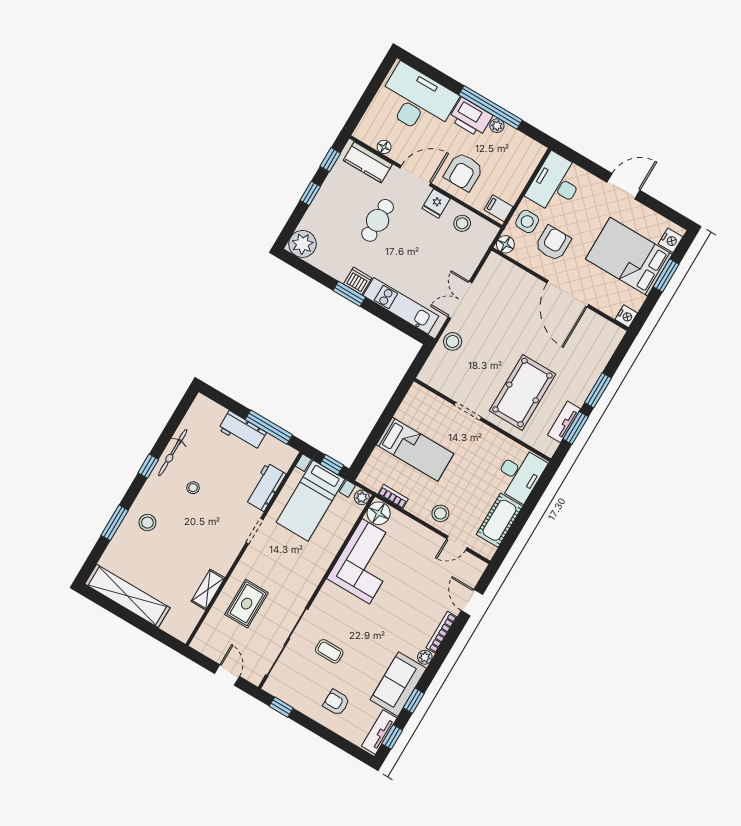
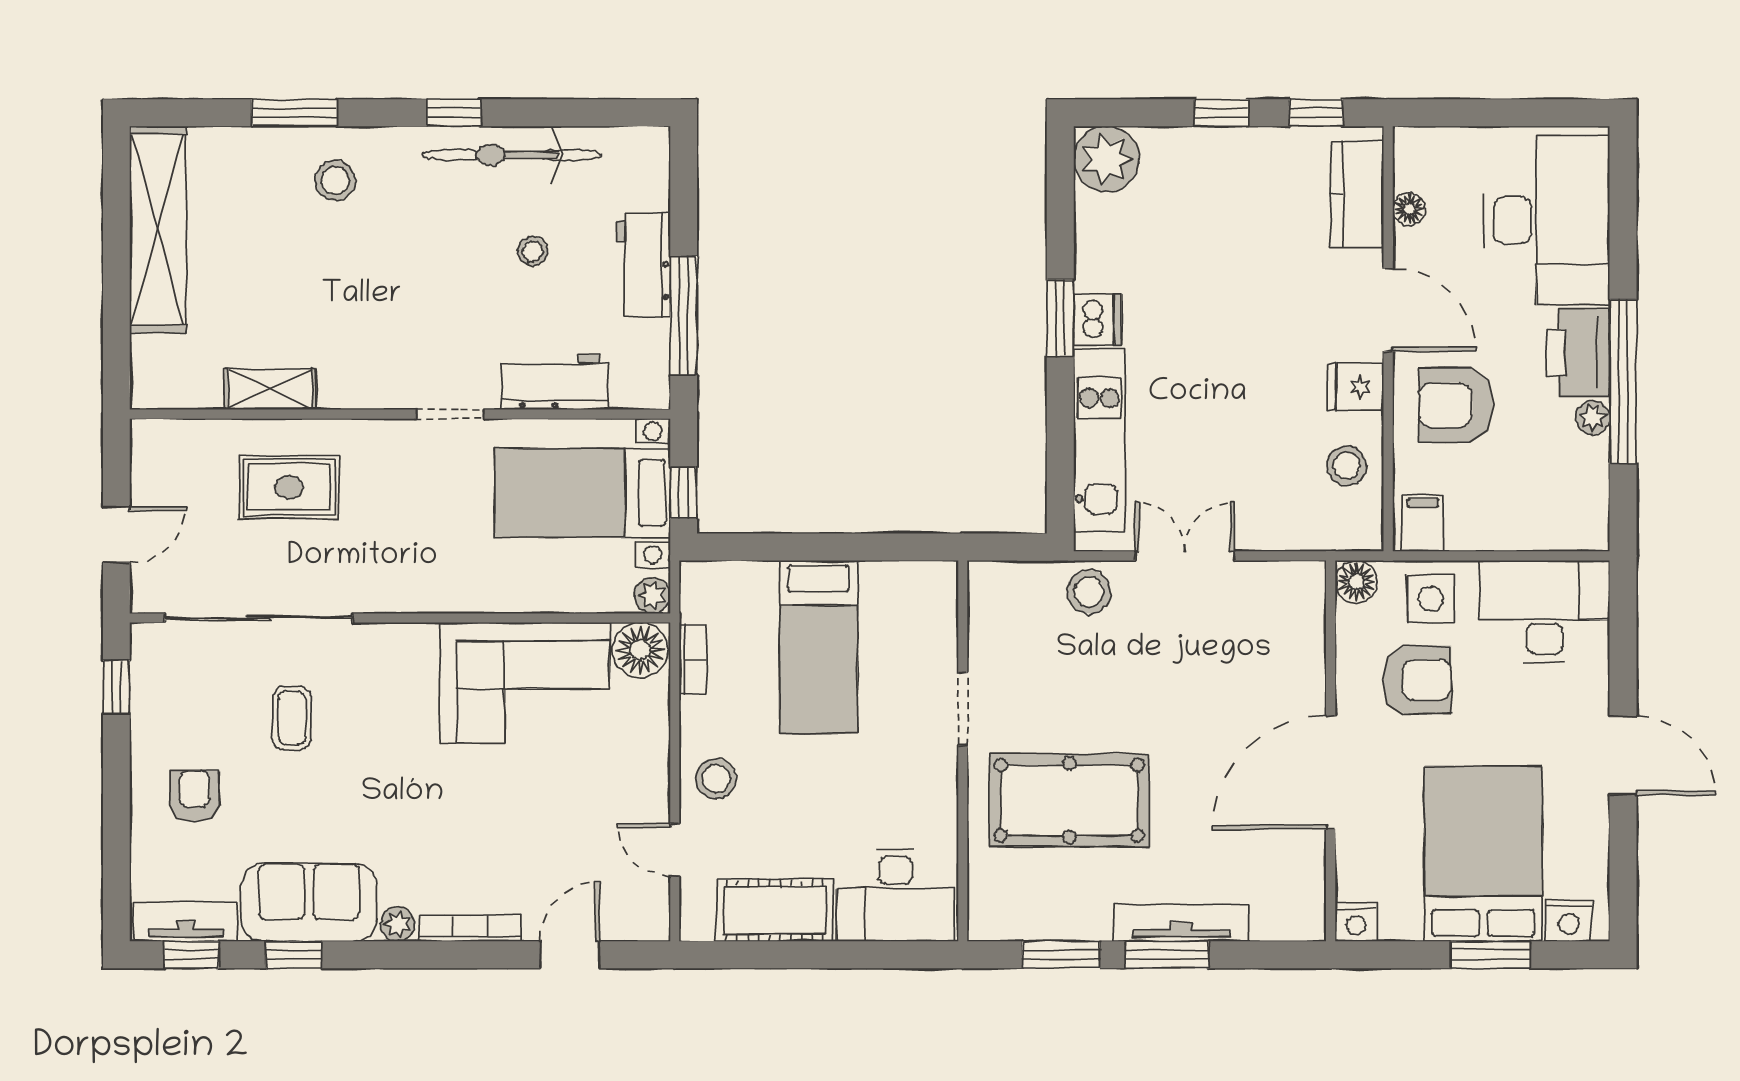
cafe table: (378, 220) -> (1248, 286), removed
tv unit: (564, 422) -> (1181, 923), moved, width x1.41
bicycle: (173, 453) -> (512, 155), width x1.37, depth x1.40
stool: (193, 488) -> (532, 251), moved

